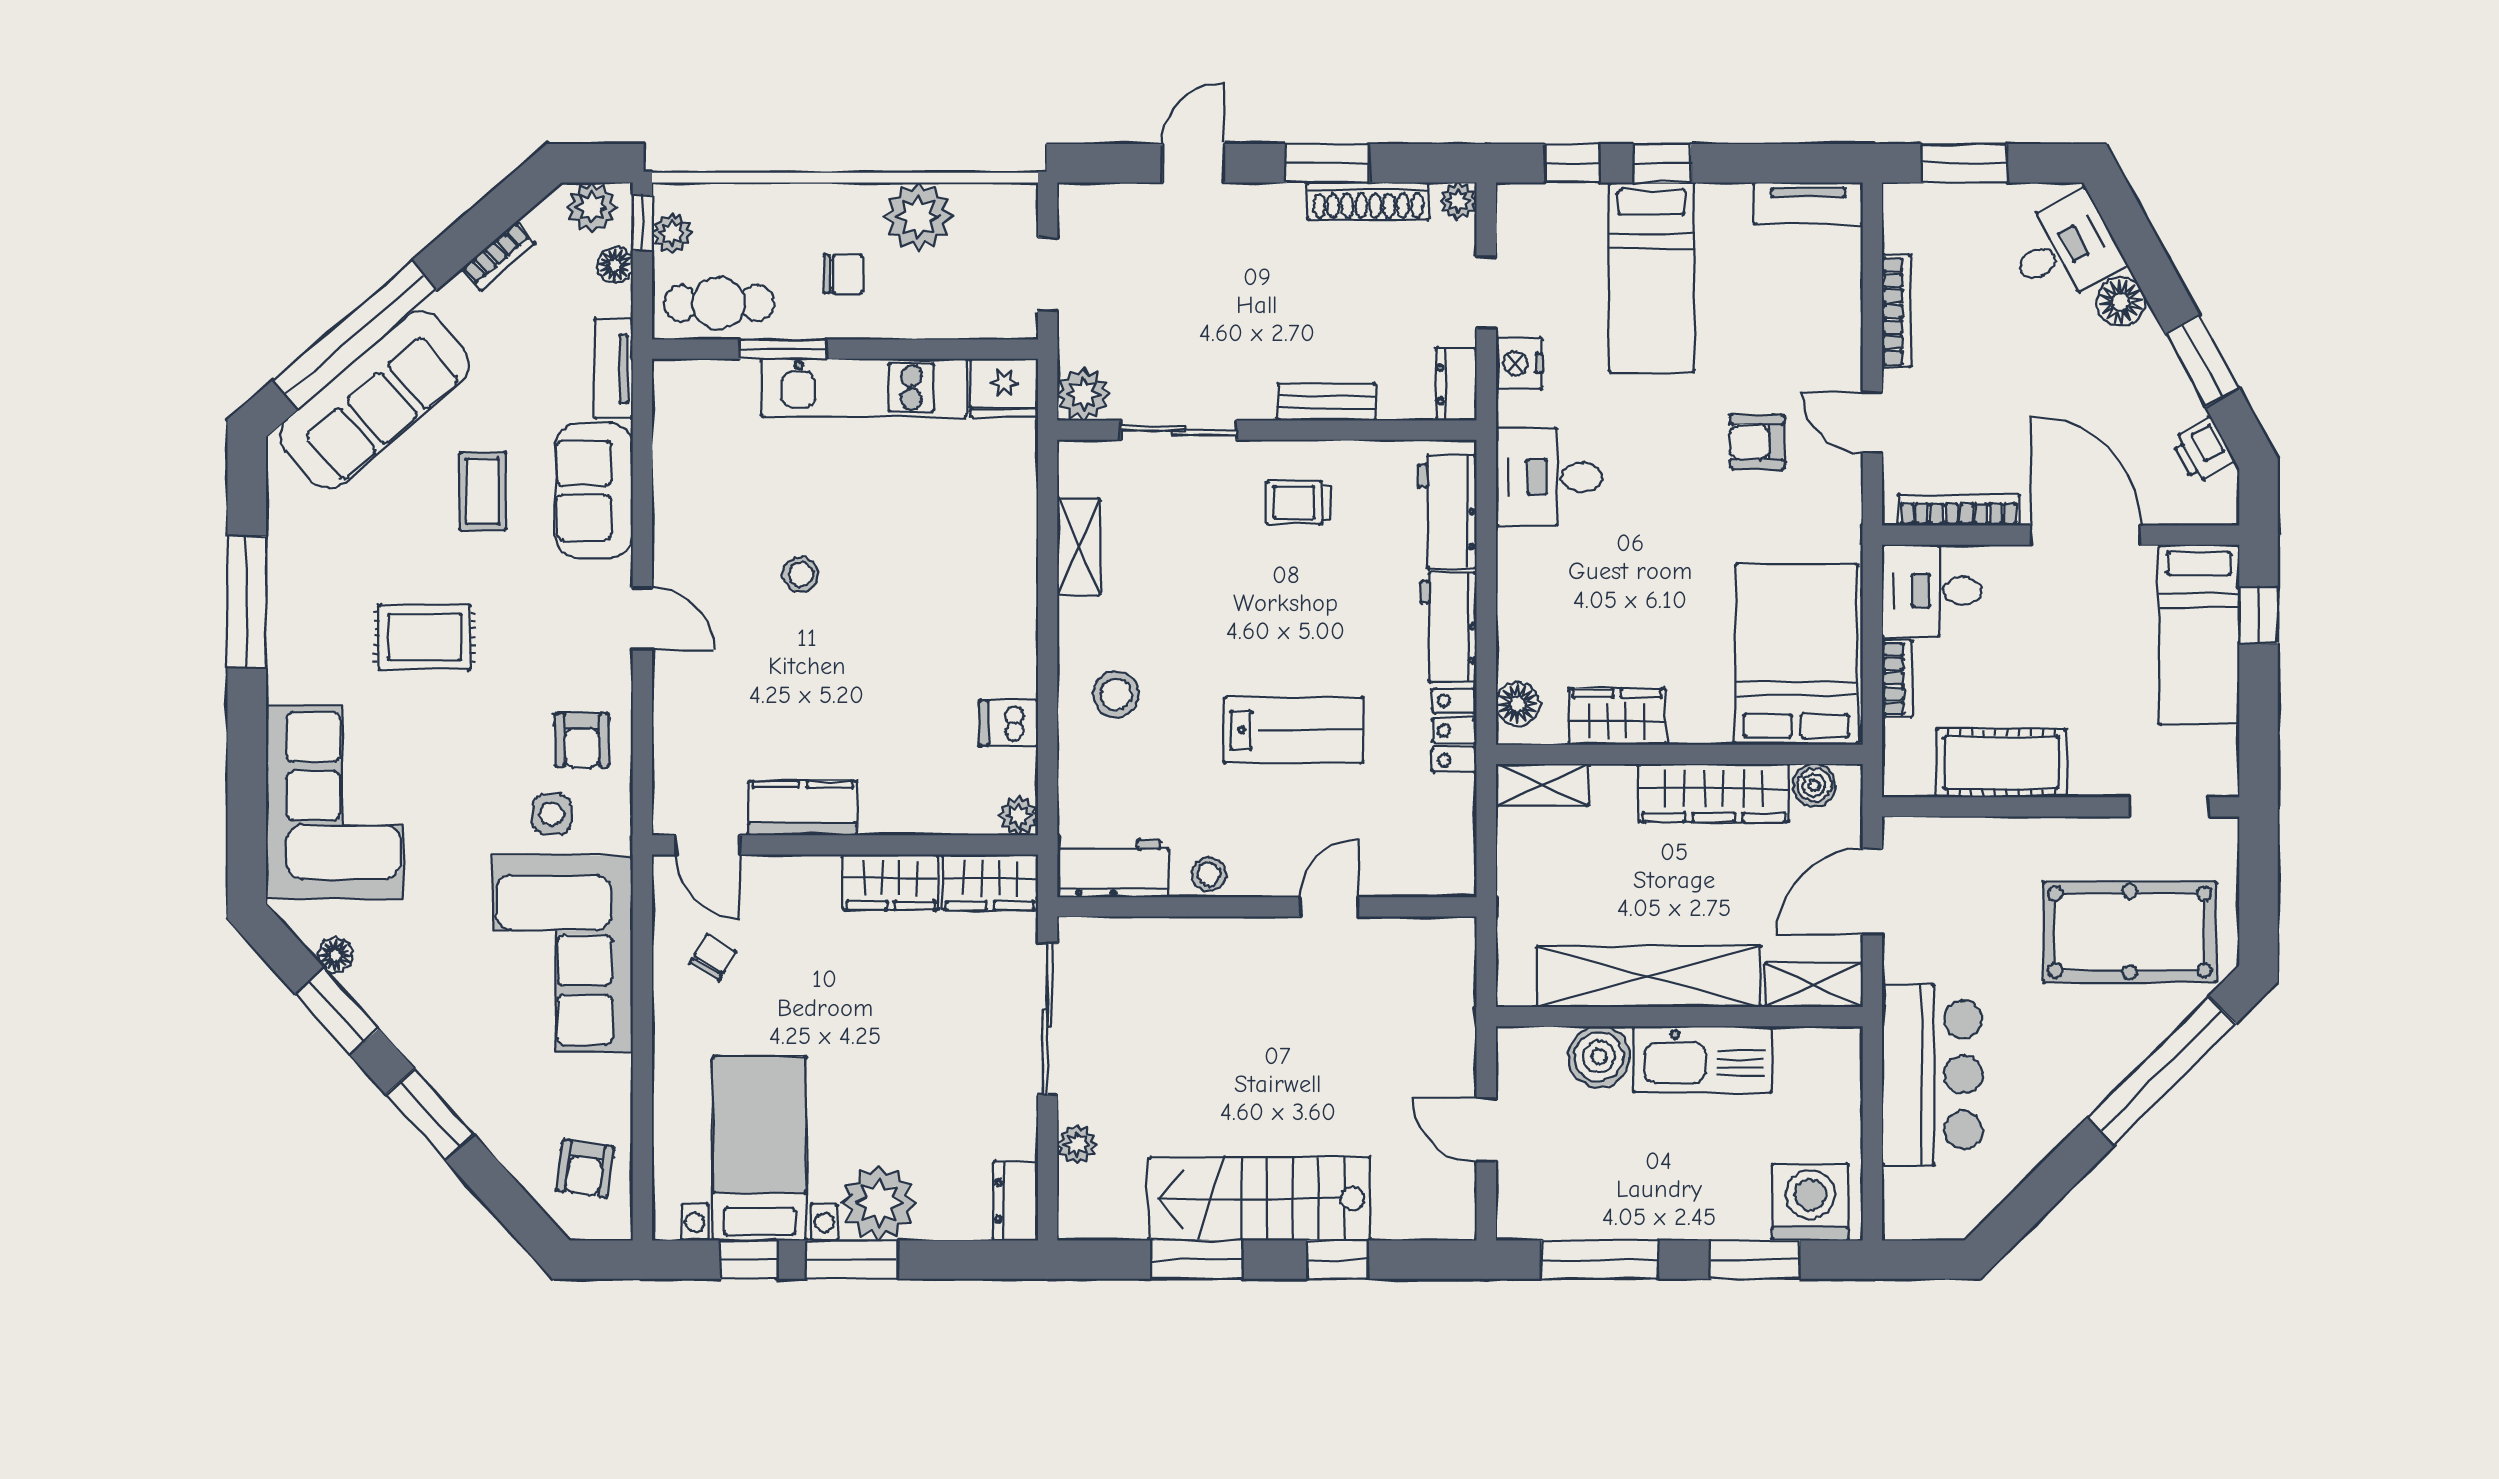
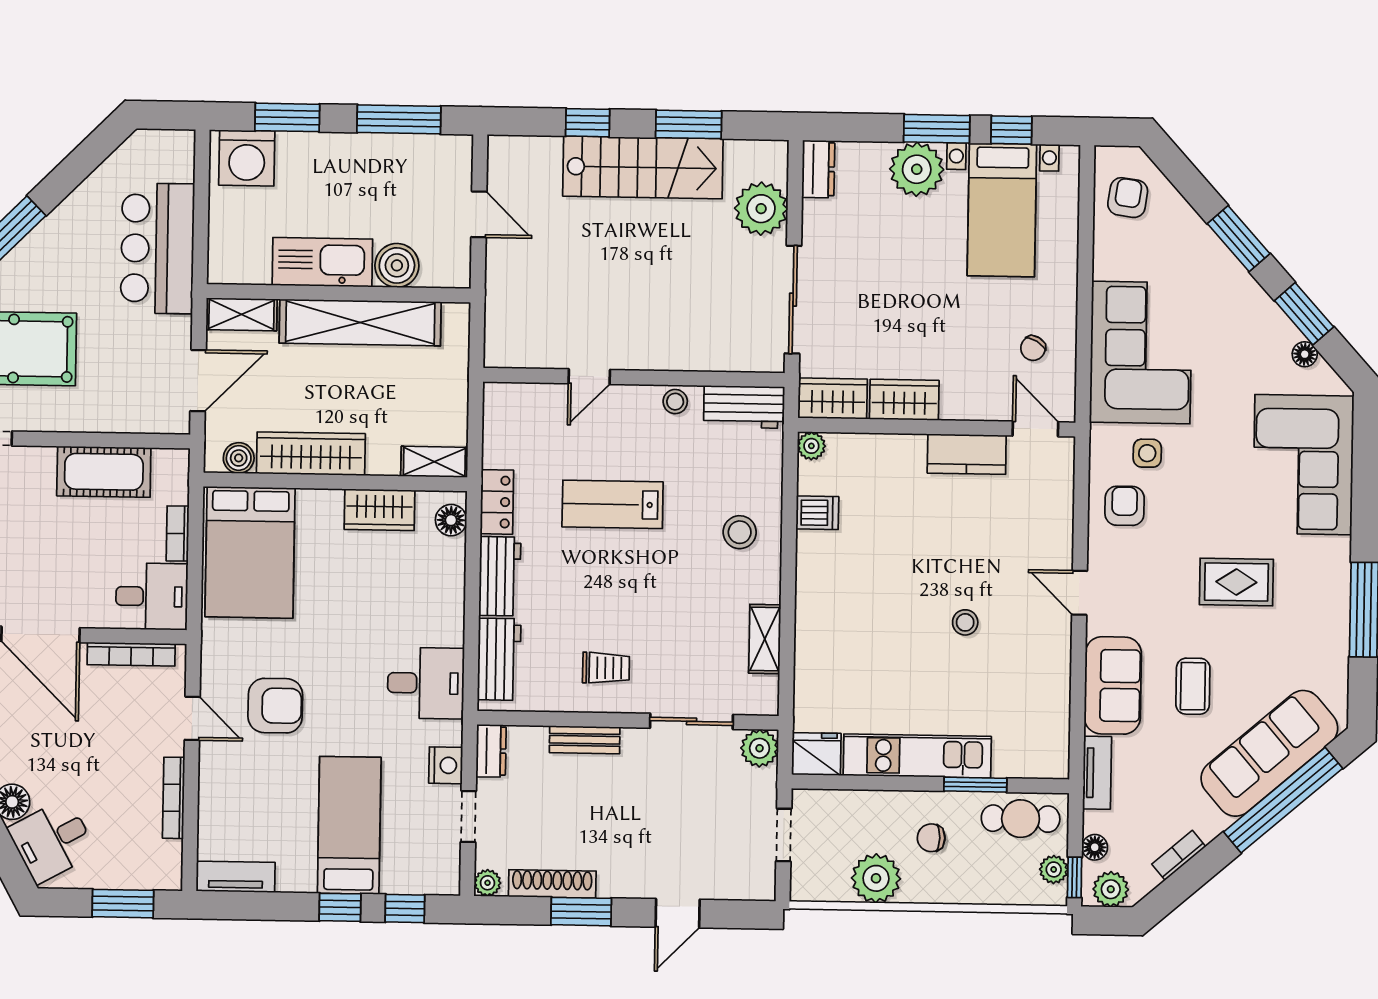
armchair: (1757, 442) -> (275, 706), width x1.38, depth x1.38
plant: (1077, 1144) -> (761, 209), width x1.88, depth x1.88

